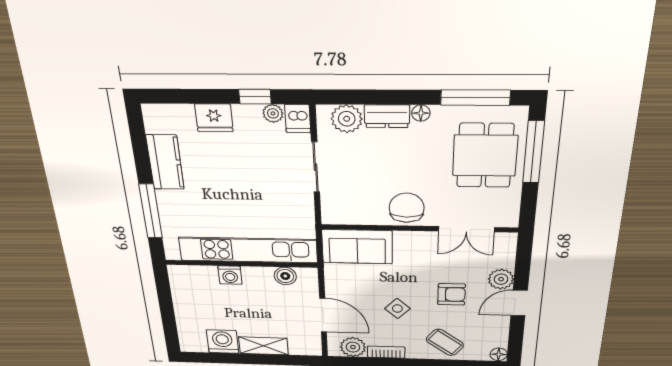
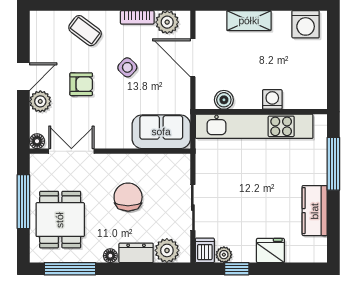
window: (533, 152) -> (23, 202), moved
chair: (407, 208) -> (128, 197), moved, turned 180
armchair: (451, 294) -> (81, 84), turned 180
washing machine: (223, 342) -> (306, 24), moved
floor lamp: (499, 354) -> (37, 141), moved

